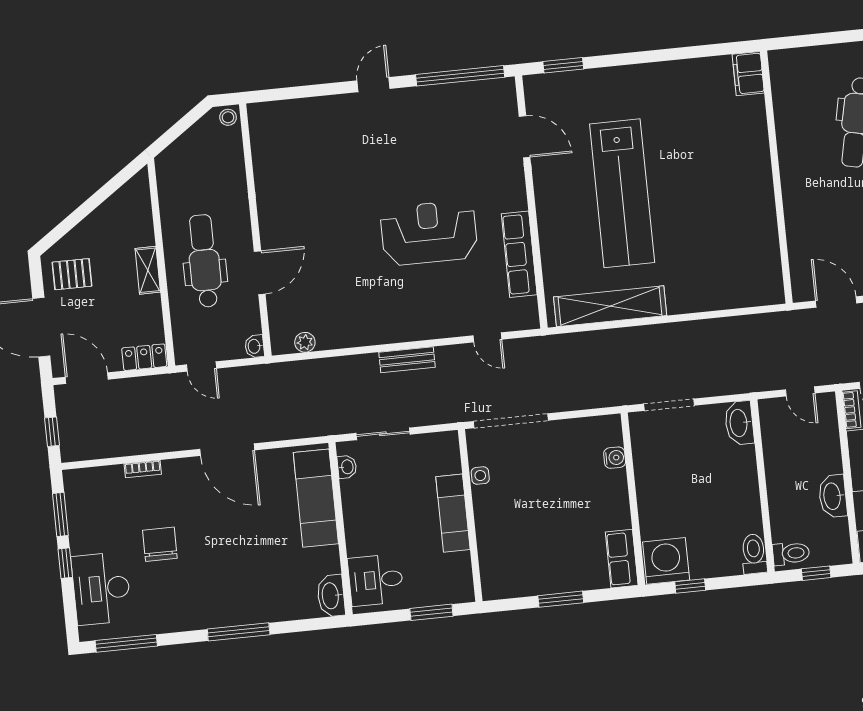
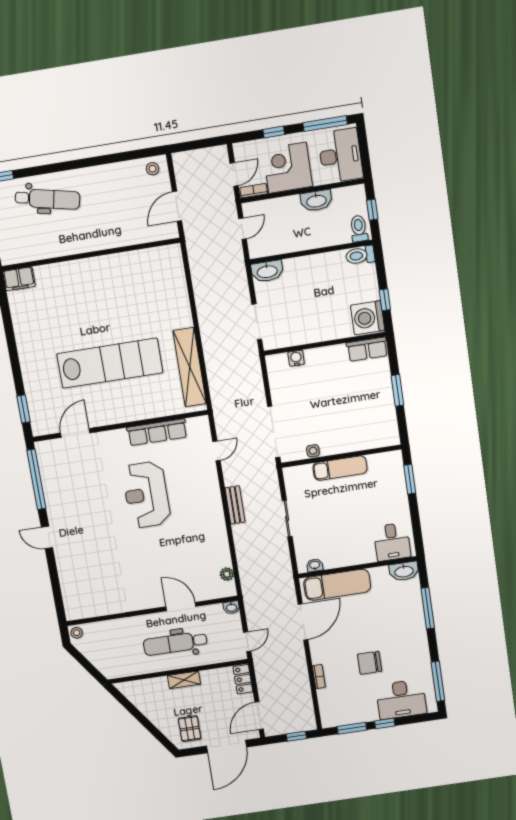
washbasin: (347, 467) -> (315, 565), moved
exam couch: (316, 498) -> (337, 585), moved
wall: (341, 529) -> (357, 567), moved
desk: (376, 580) -> (392, 542), moved
washbasin: (331, 596) -> (404, 571), moved

